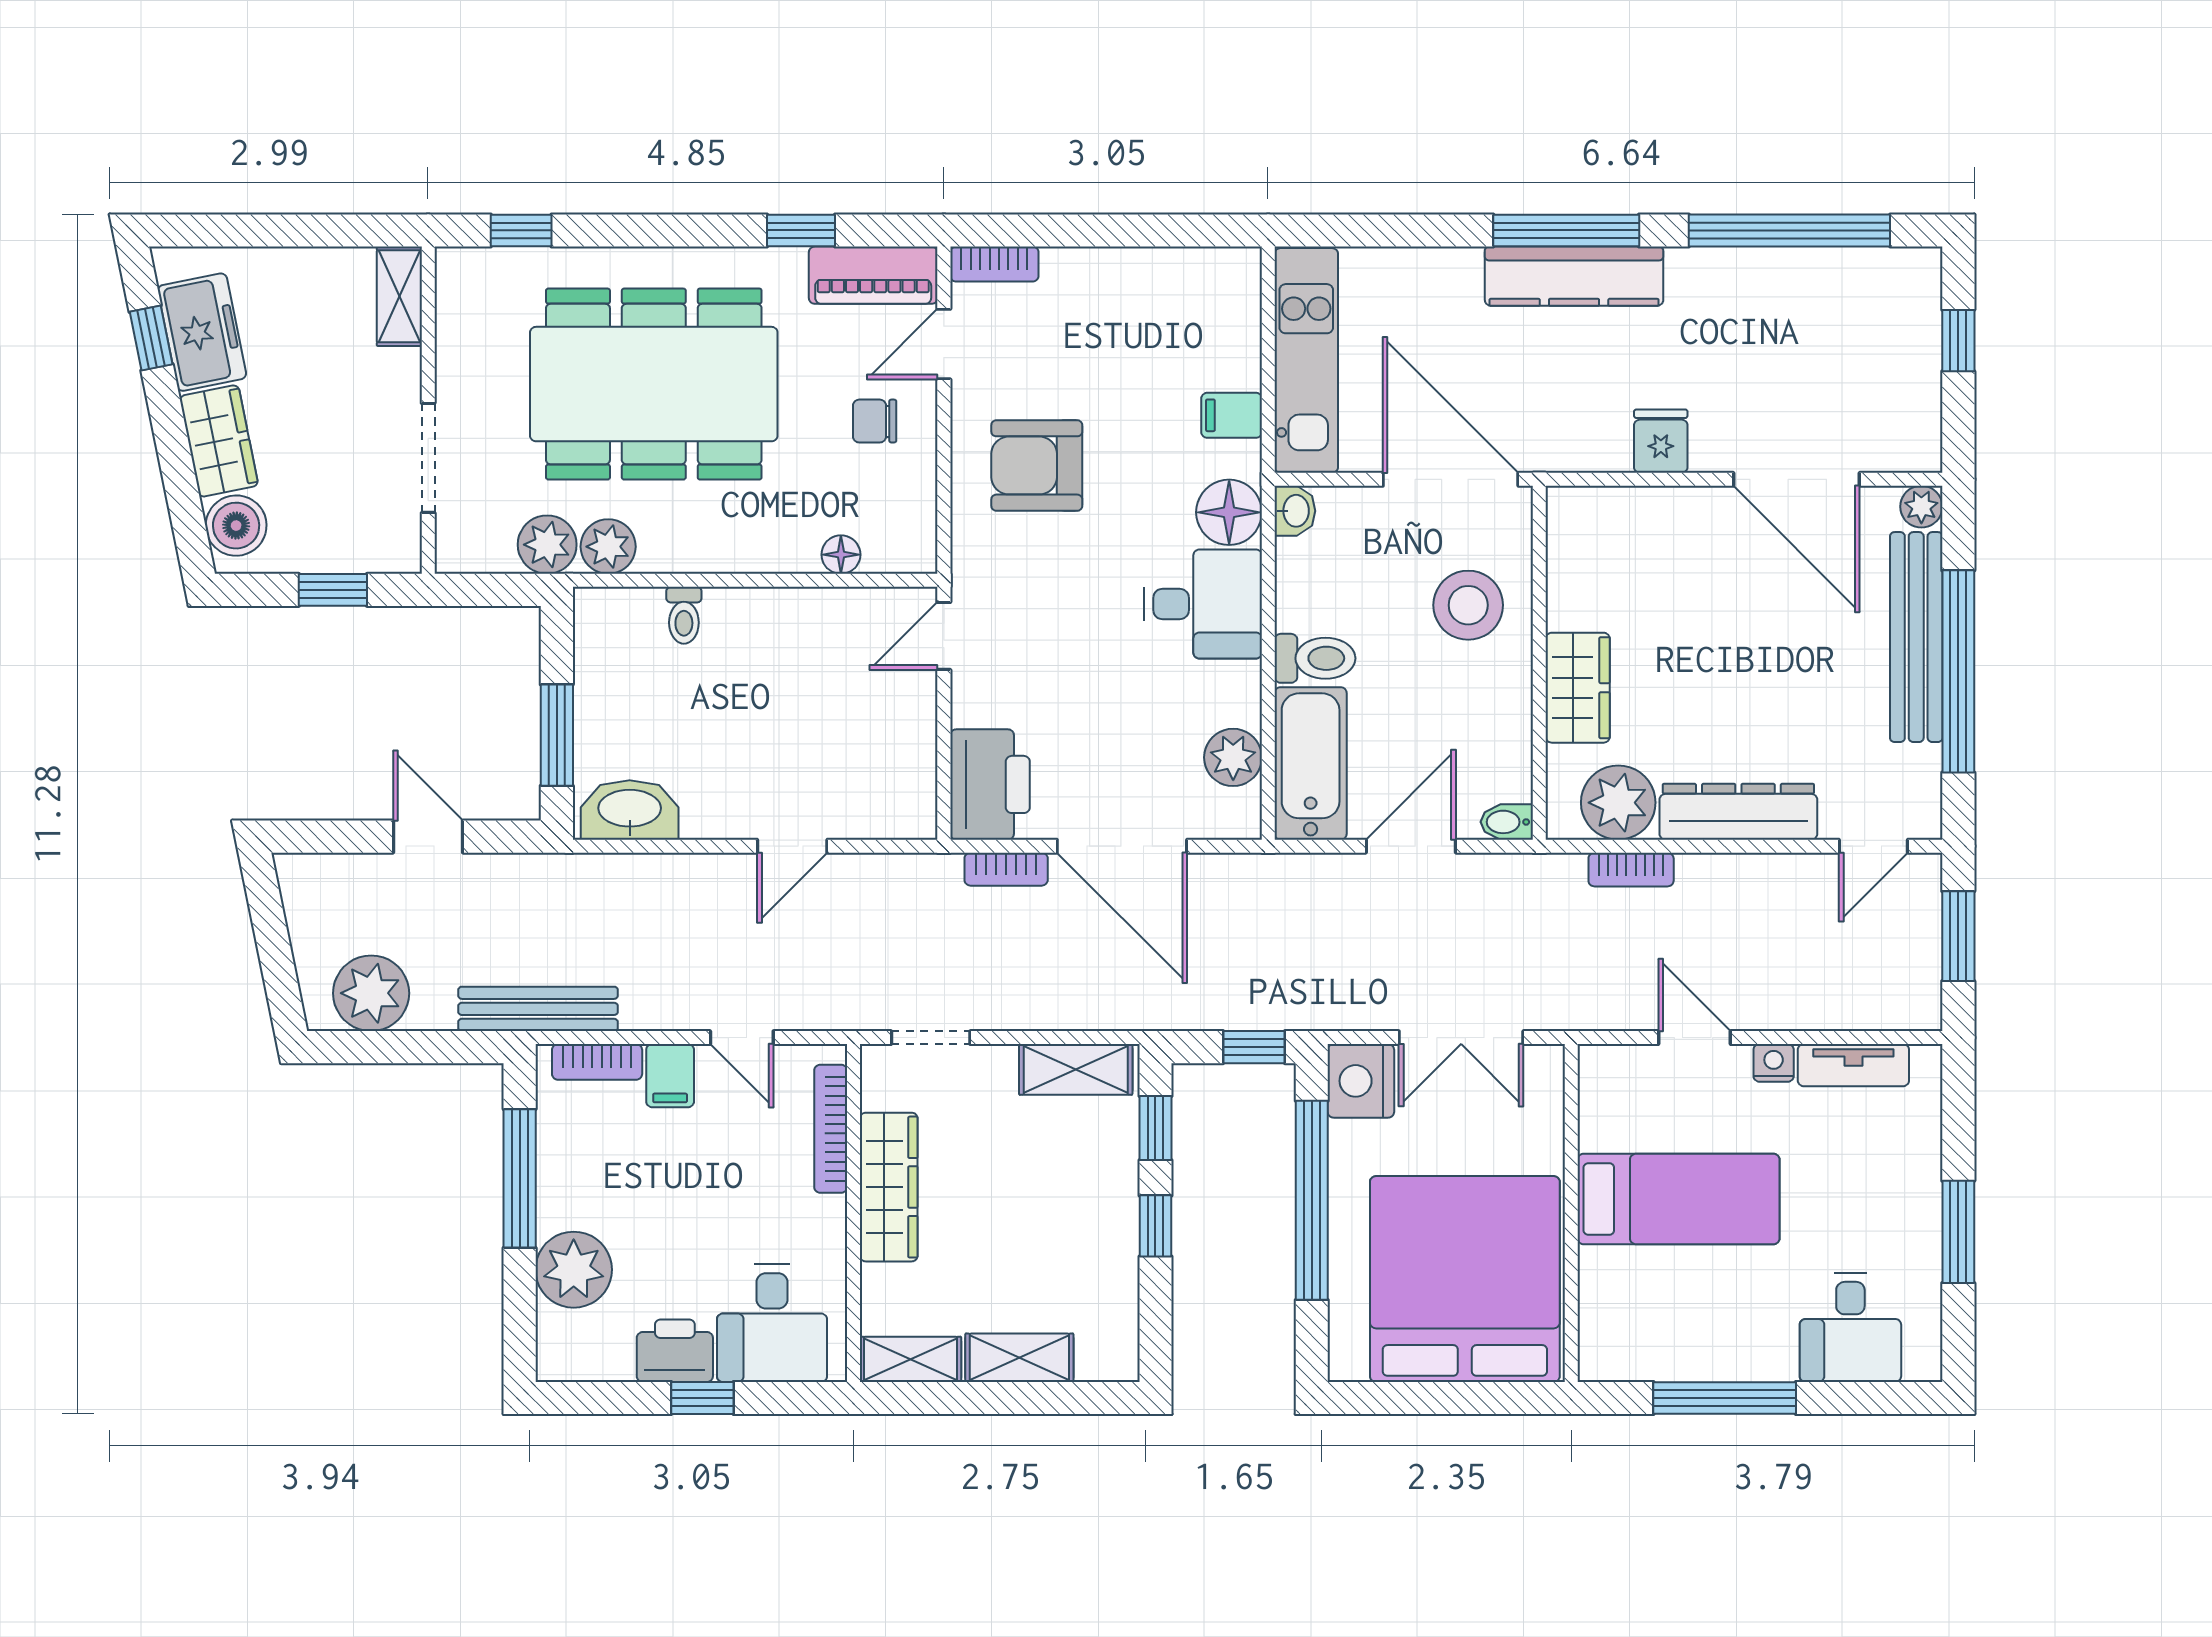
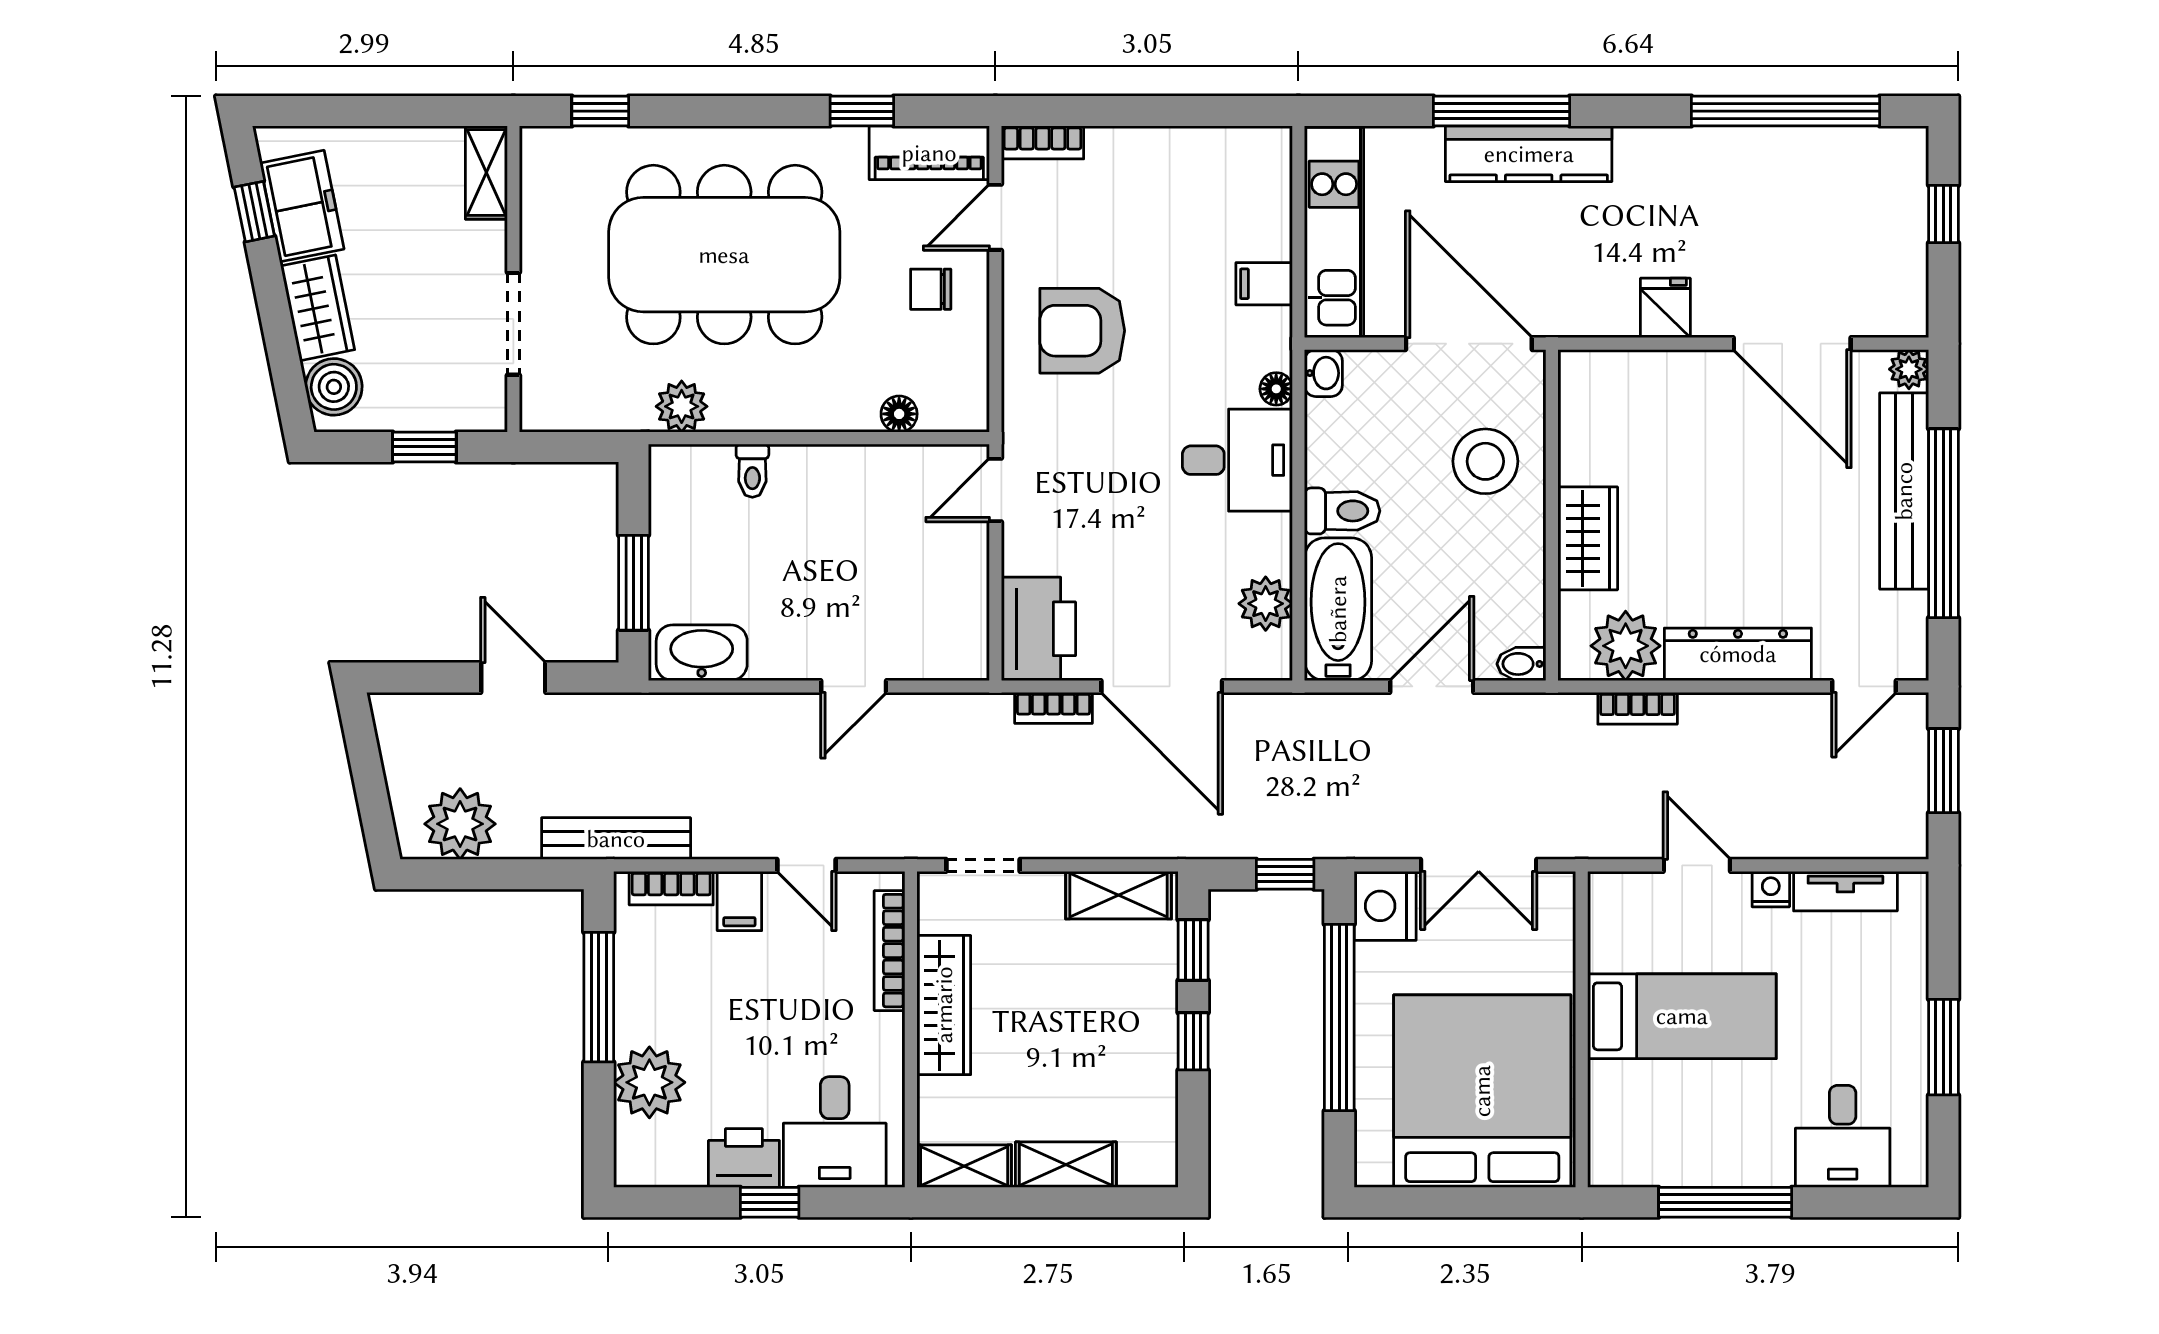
window: (1566, 230) -> (1501, 111), moved
kitchen counter: (1574, 276) -> (1529, 154), moved
floor lamp: (1229, 512) -> (1276, 389), width x0.53, depth x0.53
plant: (547, 545) -> (625, 405), removed

